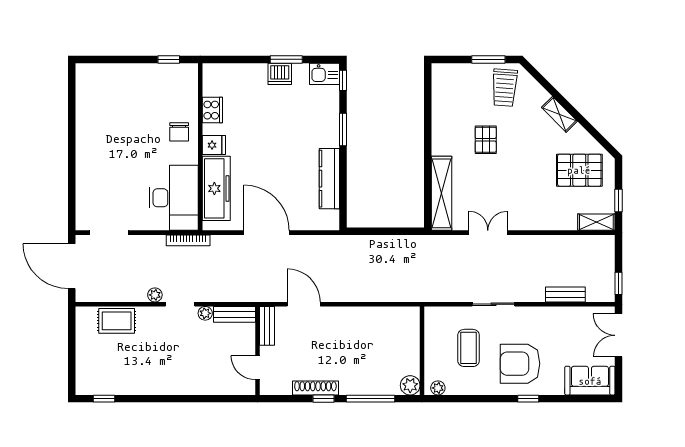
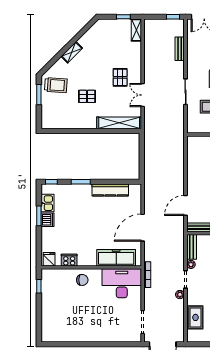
kitchen sink: (325, 74) -> (47, 203), moved
fridge: (214, 145) -> (49, 259), moved
pallet: (579, 170) -> (120, 77), moved, width x0.67, depth x0.71

